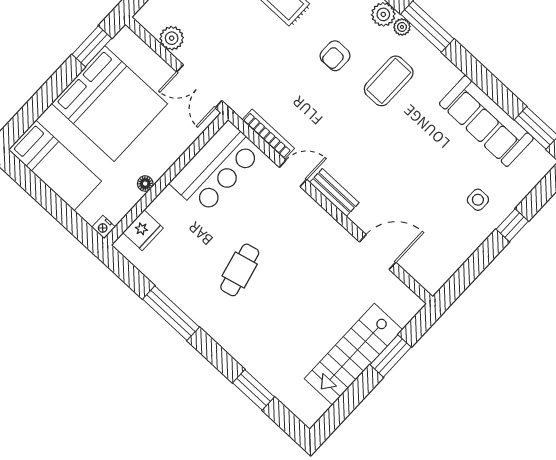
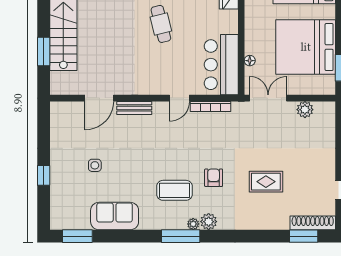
coffee table: (389, 81) -> (174, 190), turned 90
sofa: (486, 121) -> (115, 216), width x0.73
floor lamp: (145, 184) -> (250, 61), moved
bench: (334, 193) -> (134, 108), moved
side table: (478, 200) -> (95, 165), moved

